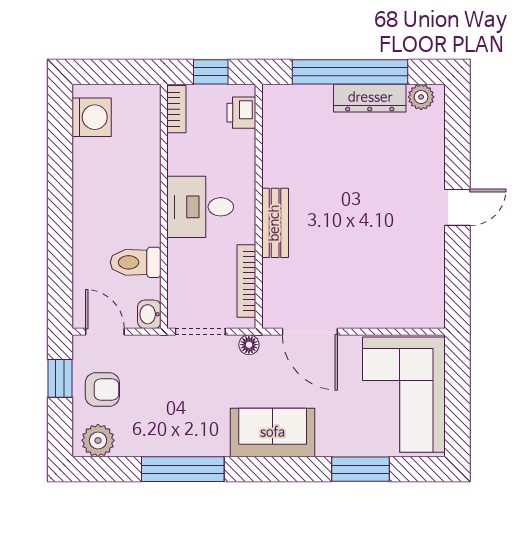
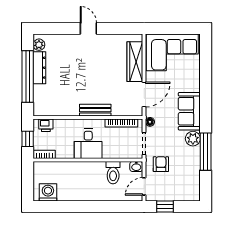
wardrobe: (383, 311) -> (135, 62), added
armchair: (102, 390) -> (161, 164), moved
plant: (98, 440) -> (193, 139), moved
window: (361, 469) -> (206, 72), removed

